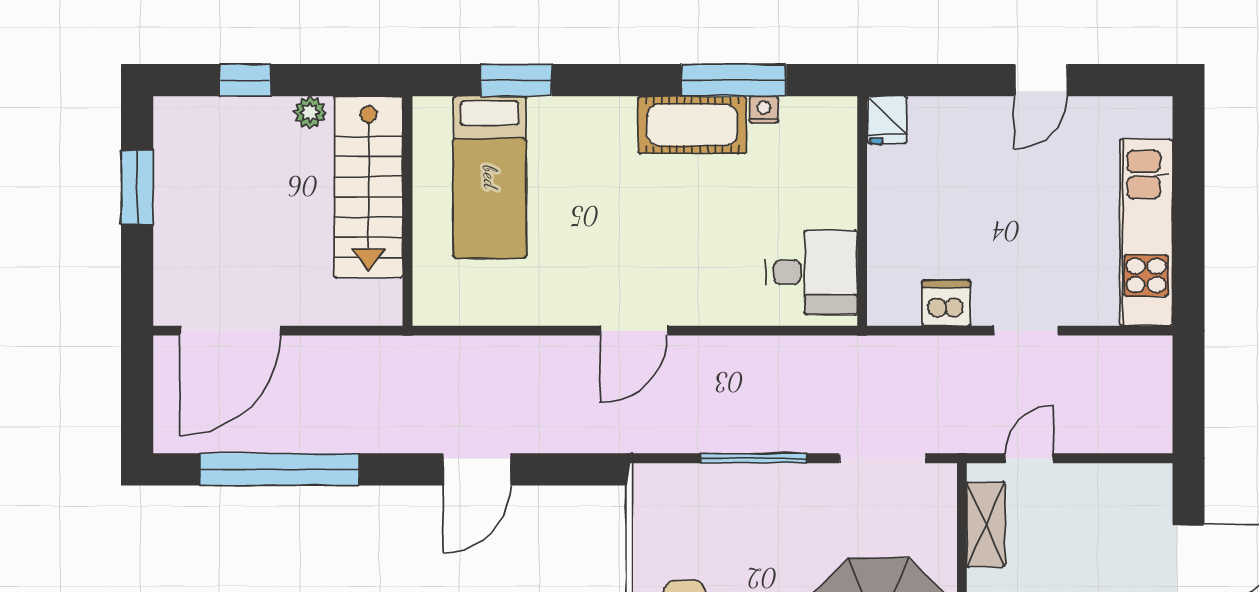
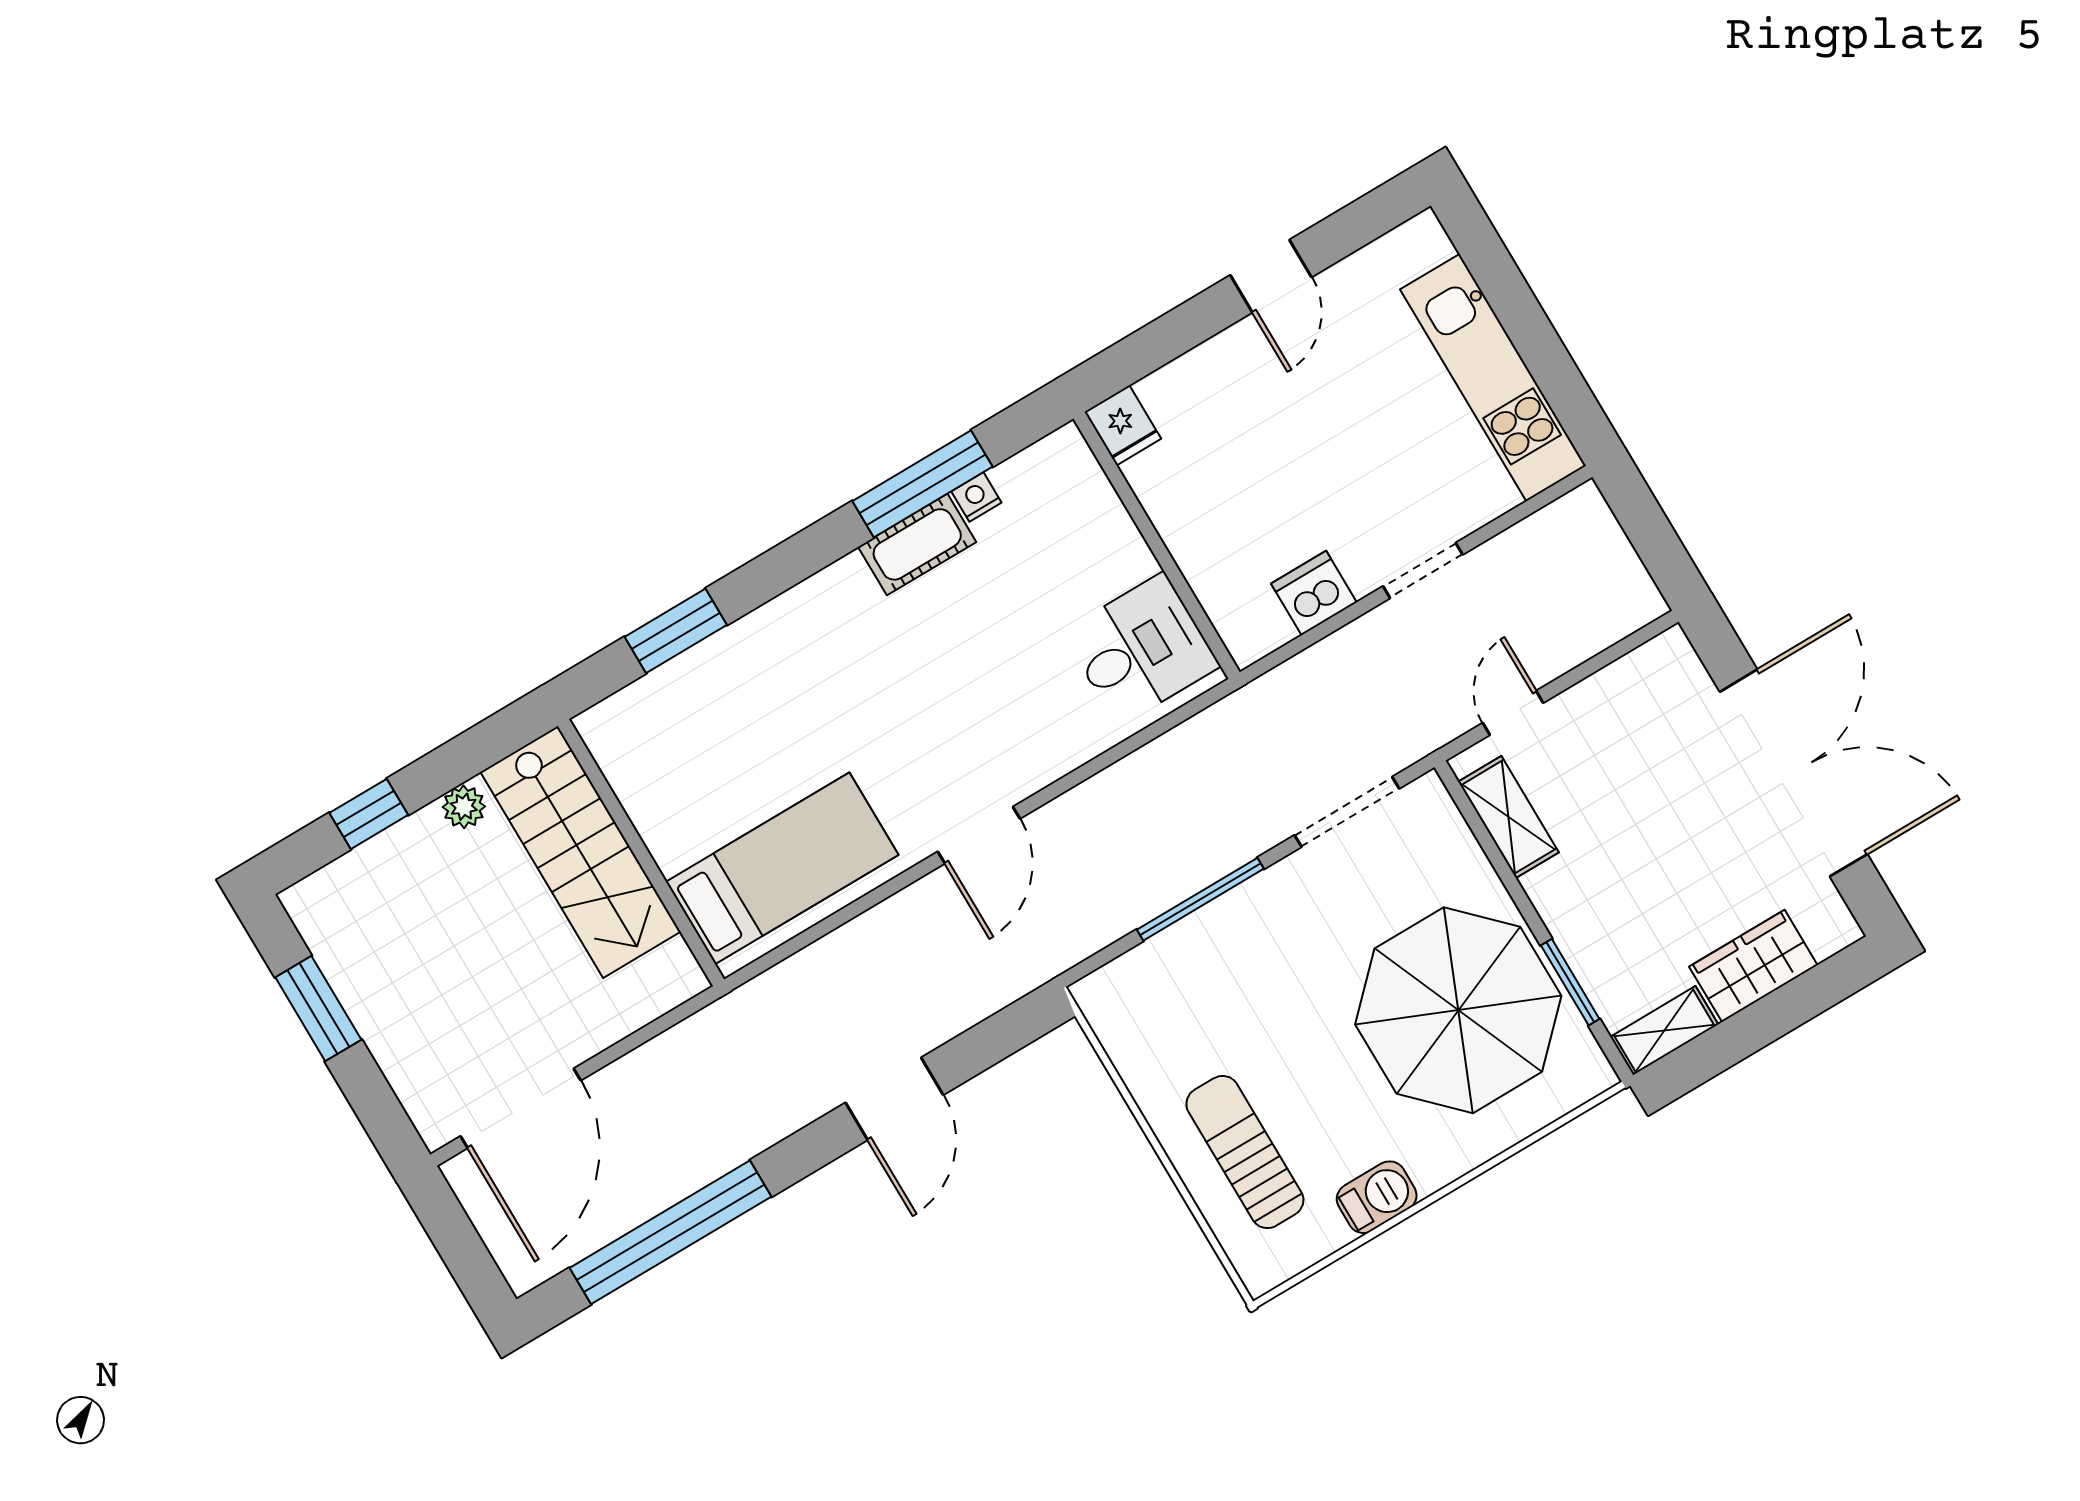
cot: (692, 125) -> (917, 544), width x0.73, depth x0.75
bed: (490, 177) -> (782, 868), moved, turned -90

